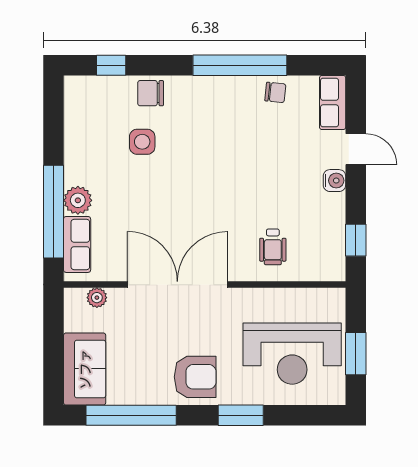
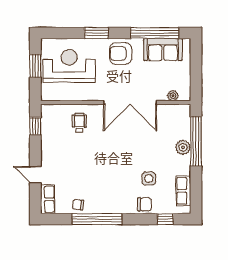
water cooler: (334, 181) -> (47, 158), removed
row of seats: (77, 244) -> (183, 191), moved
sofa: (85, 369) -> (163, 50), moved, turned -90

